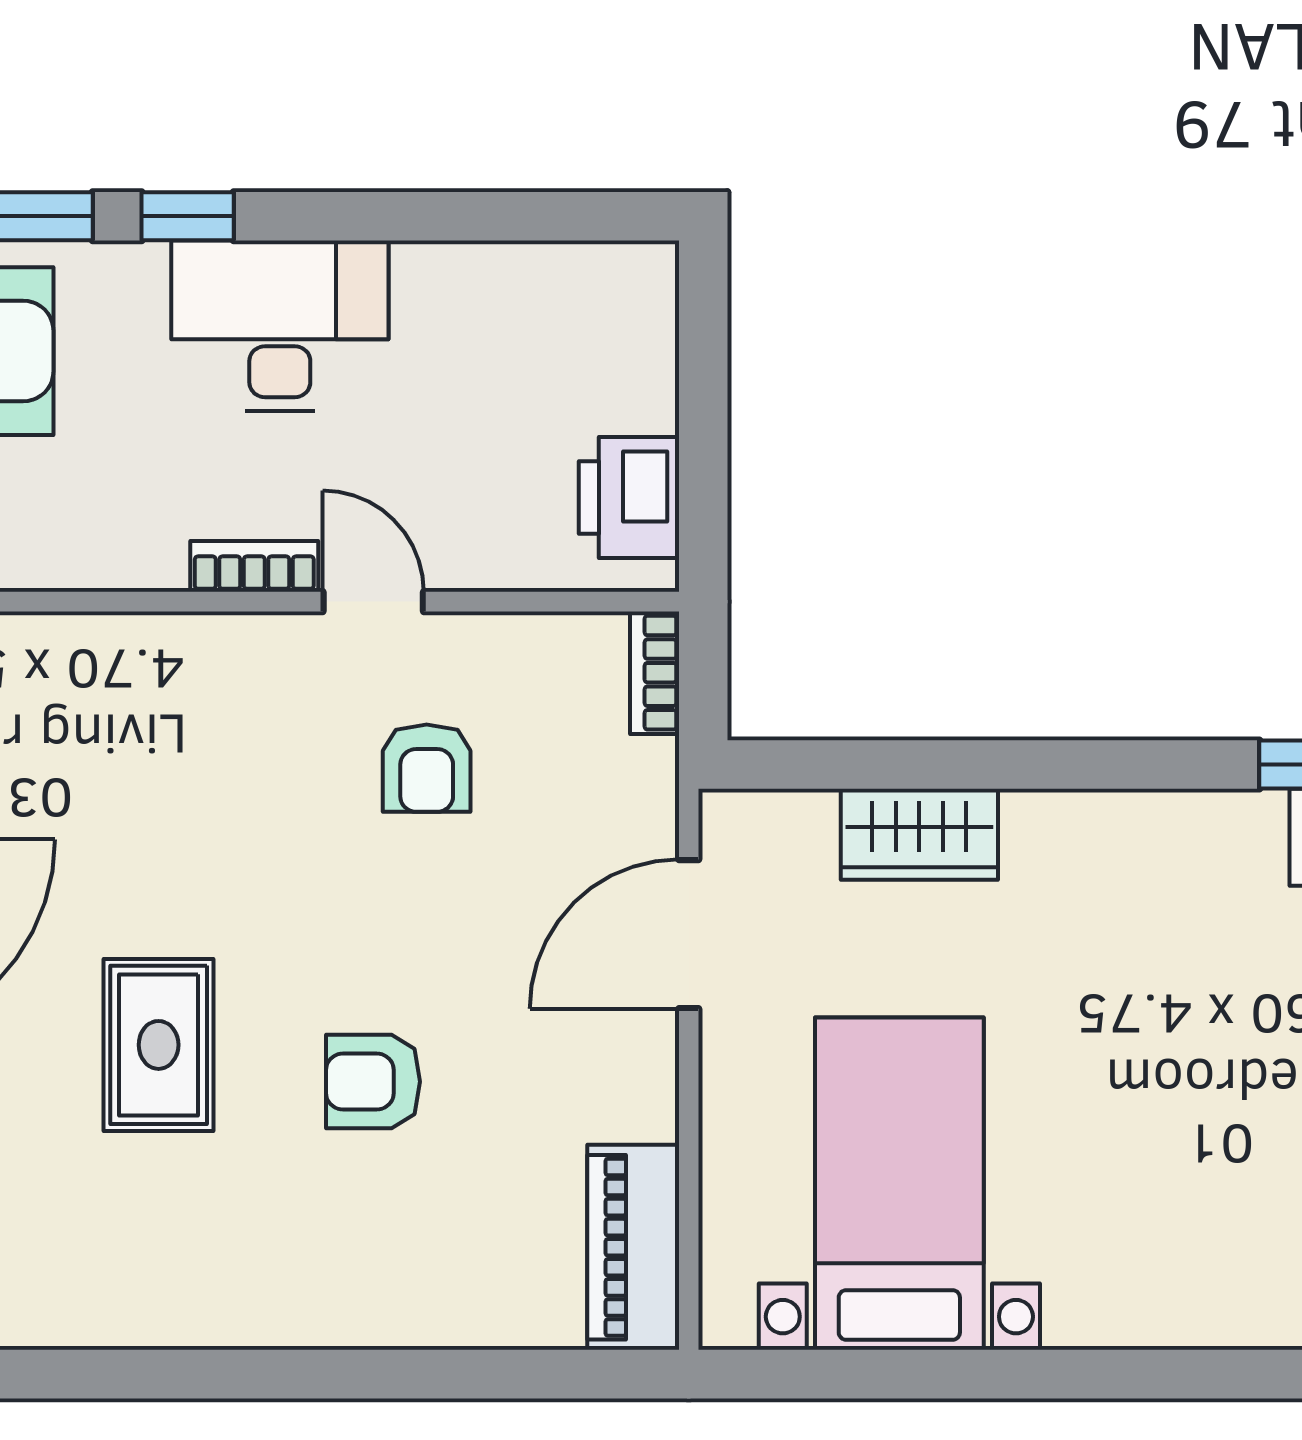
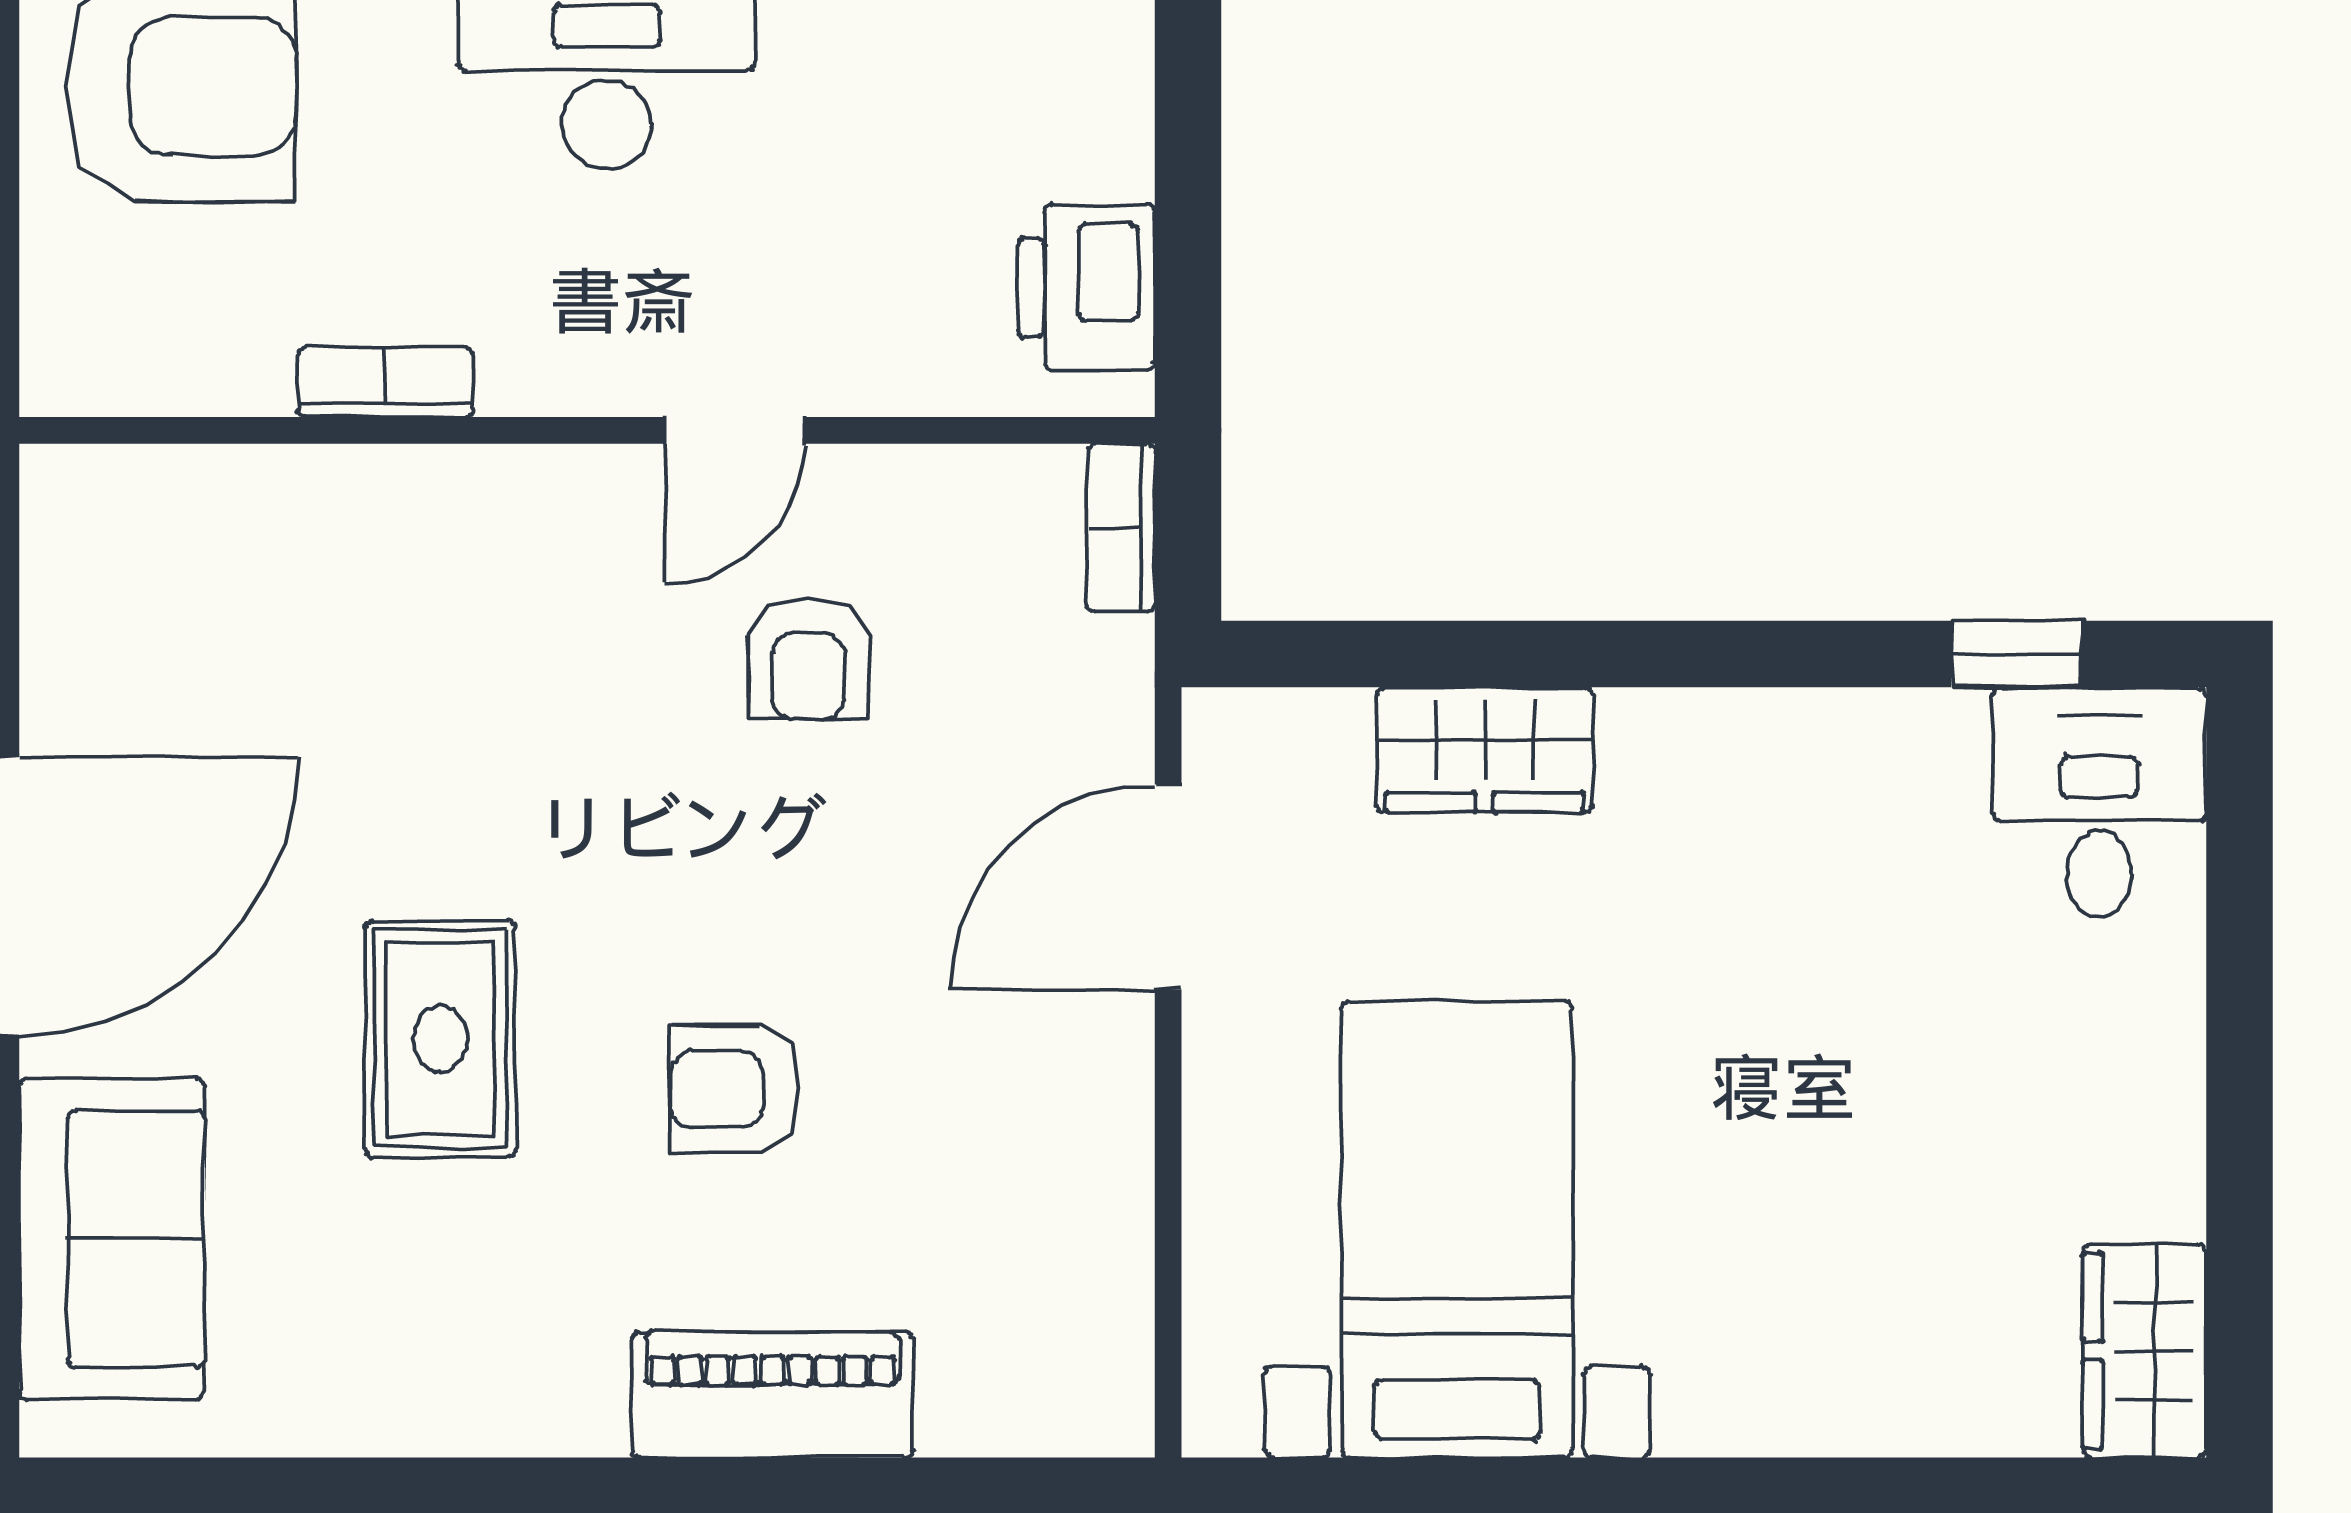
bookcase: (254, 566) -> (385, 382), moved
door: (373, 602) -> (735, 430), swing flipped
piano: (633, 1247) -> (773, 1395), moved, turned 90

